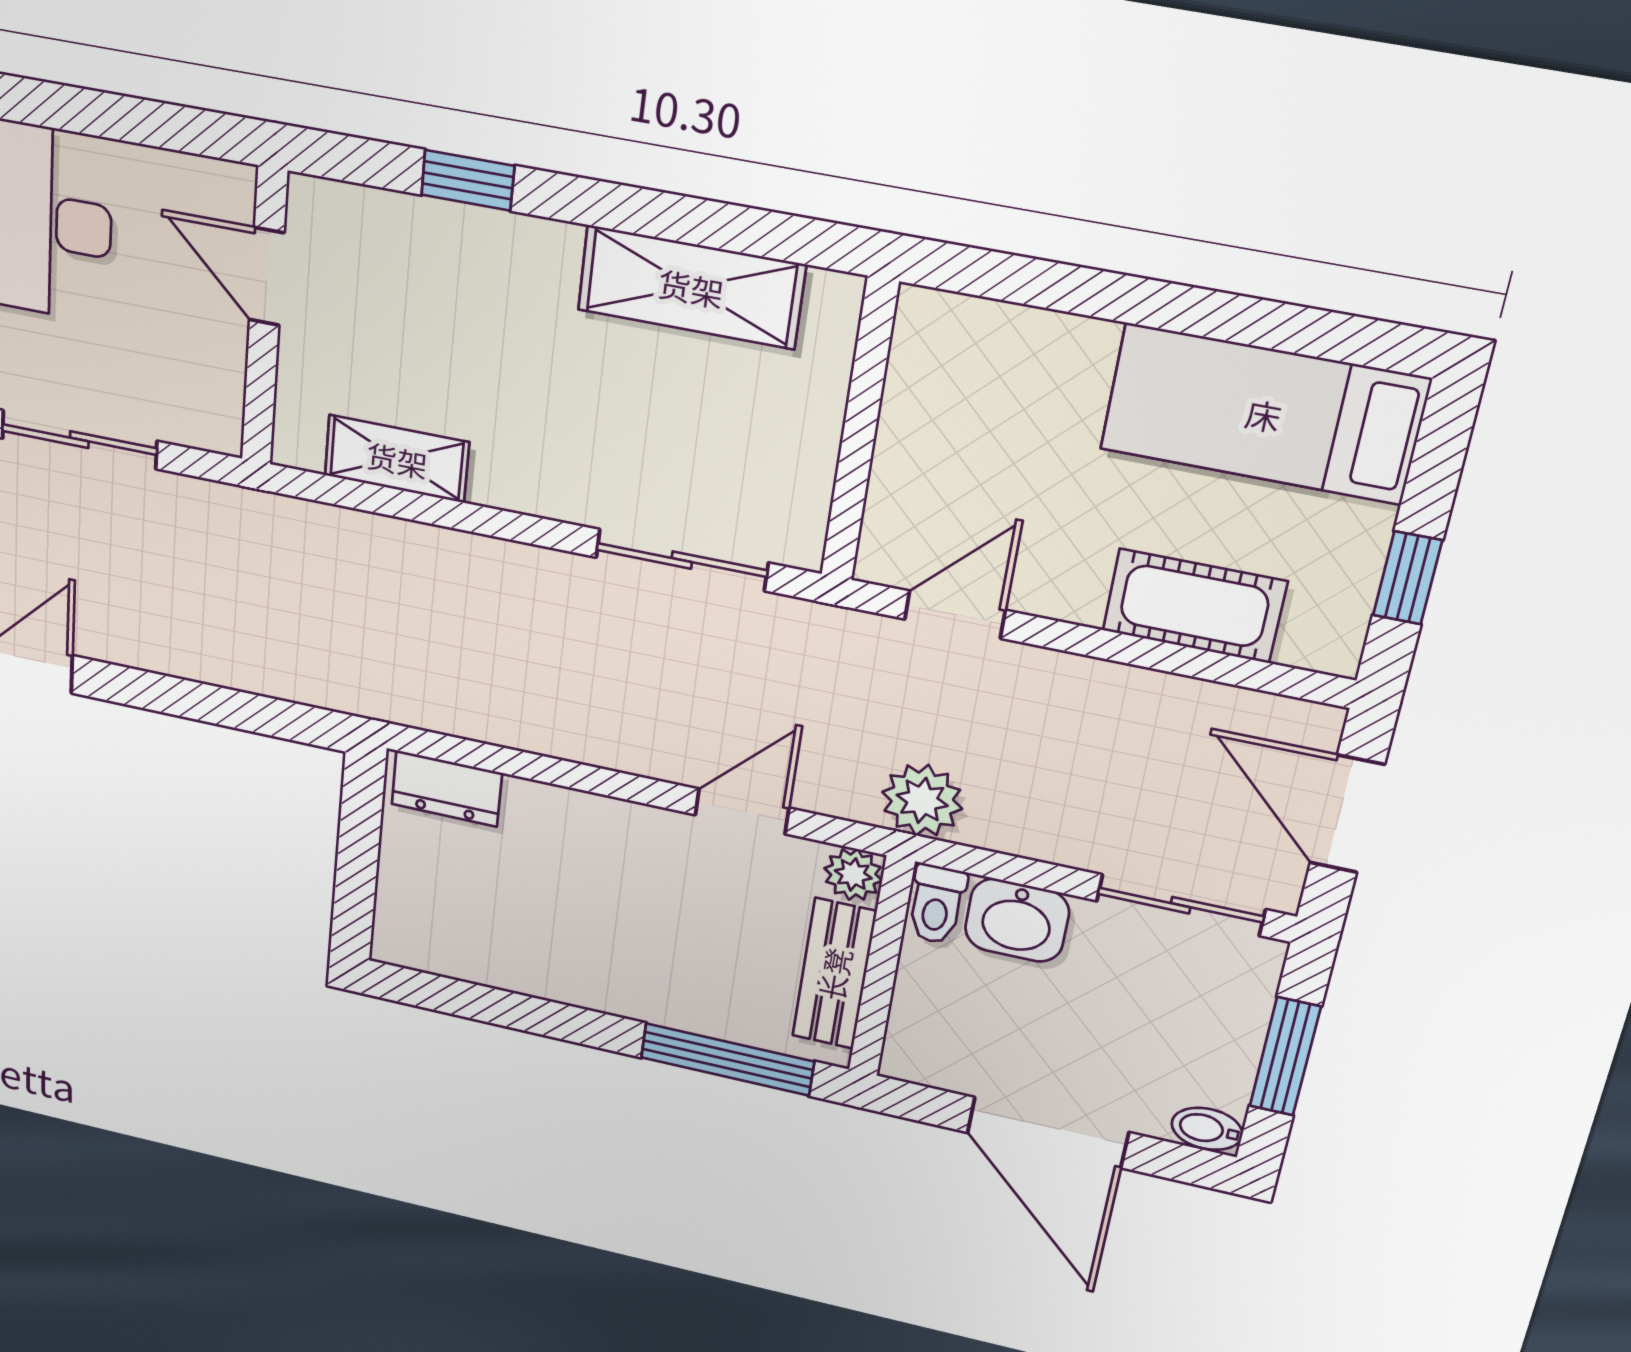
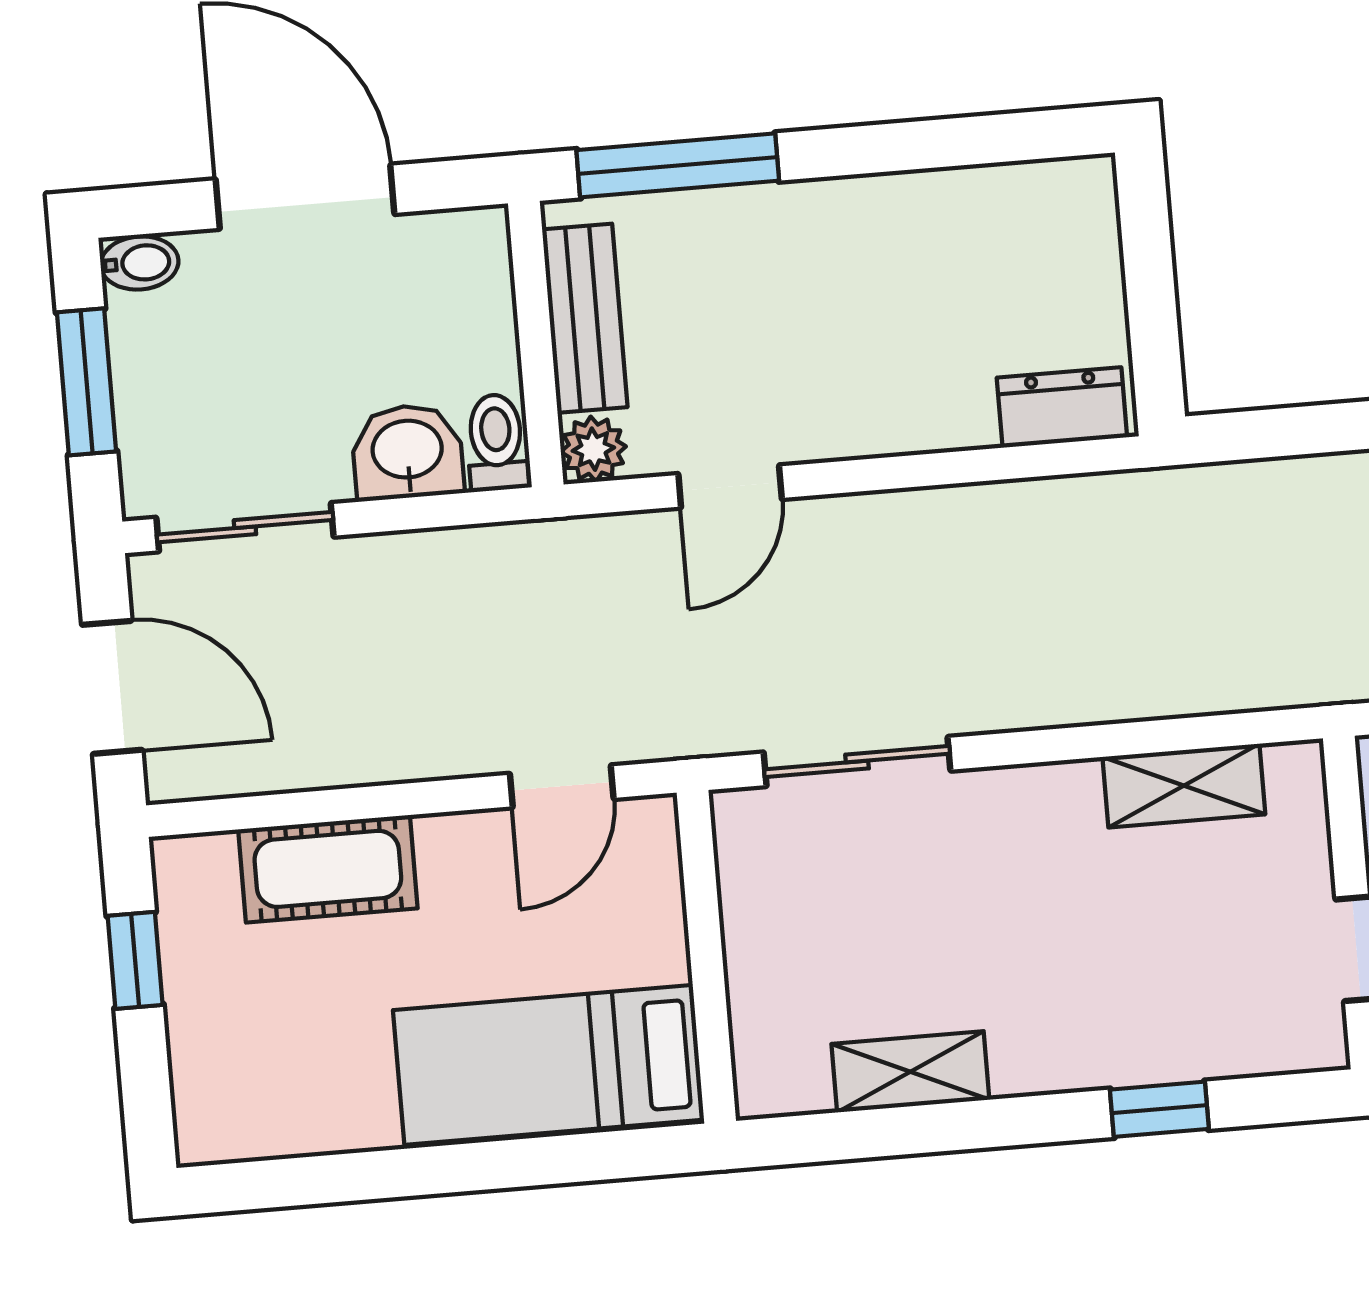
shelving: (691, 287) -> (910, 1072), width x0.67, depth x0.75
bed: (1264, 414) -> (549, 1065), moved, turned 180
plant: (922, 800) -> (542, 563), removed

